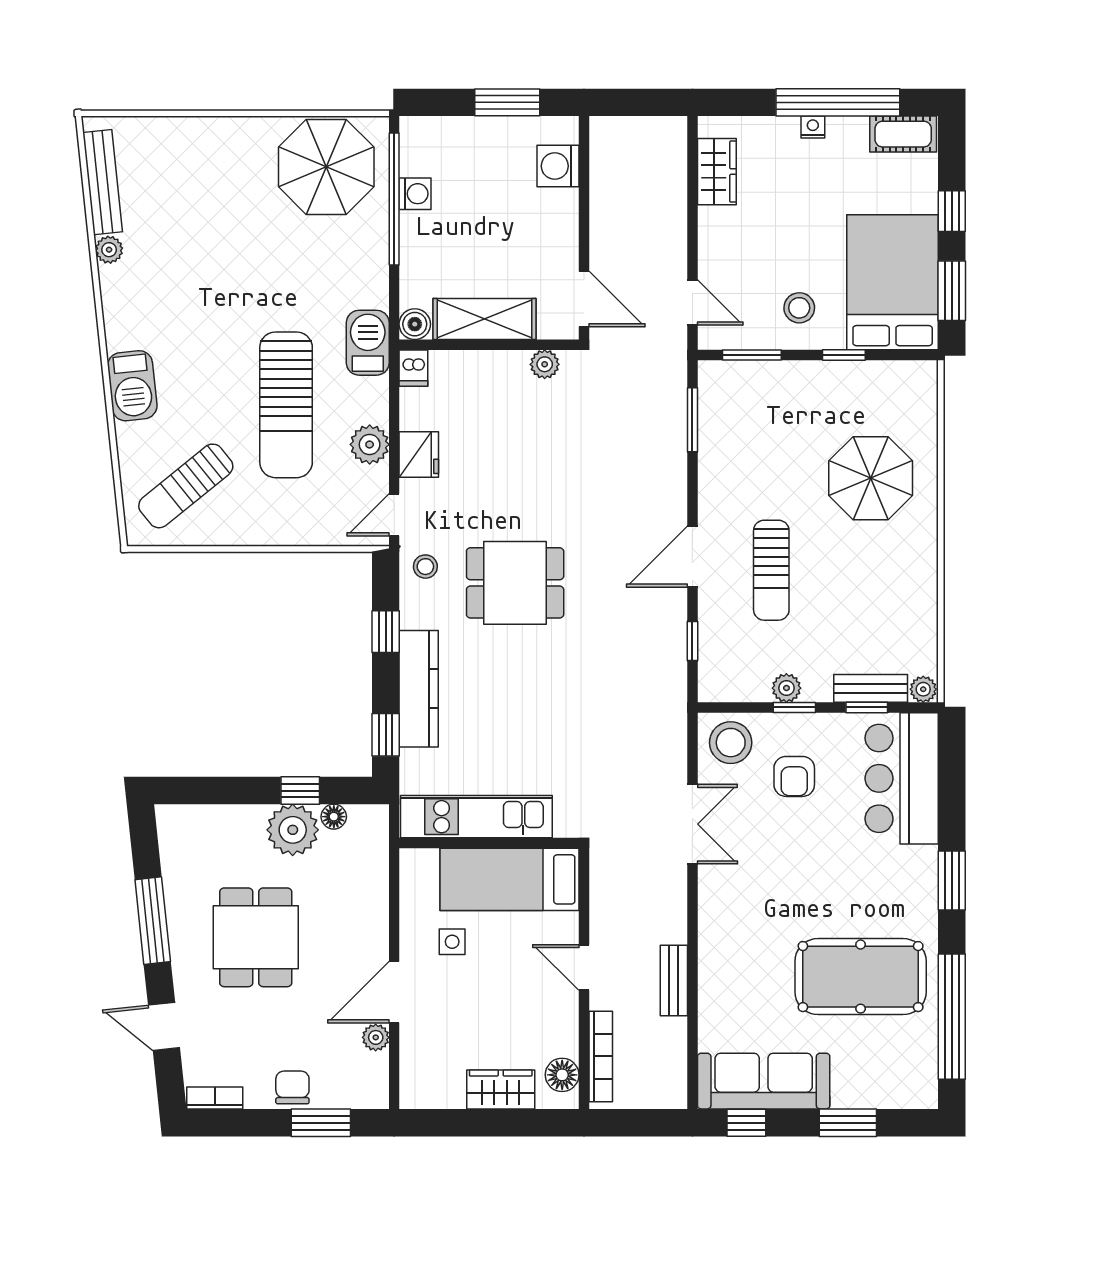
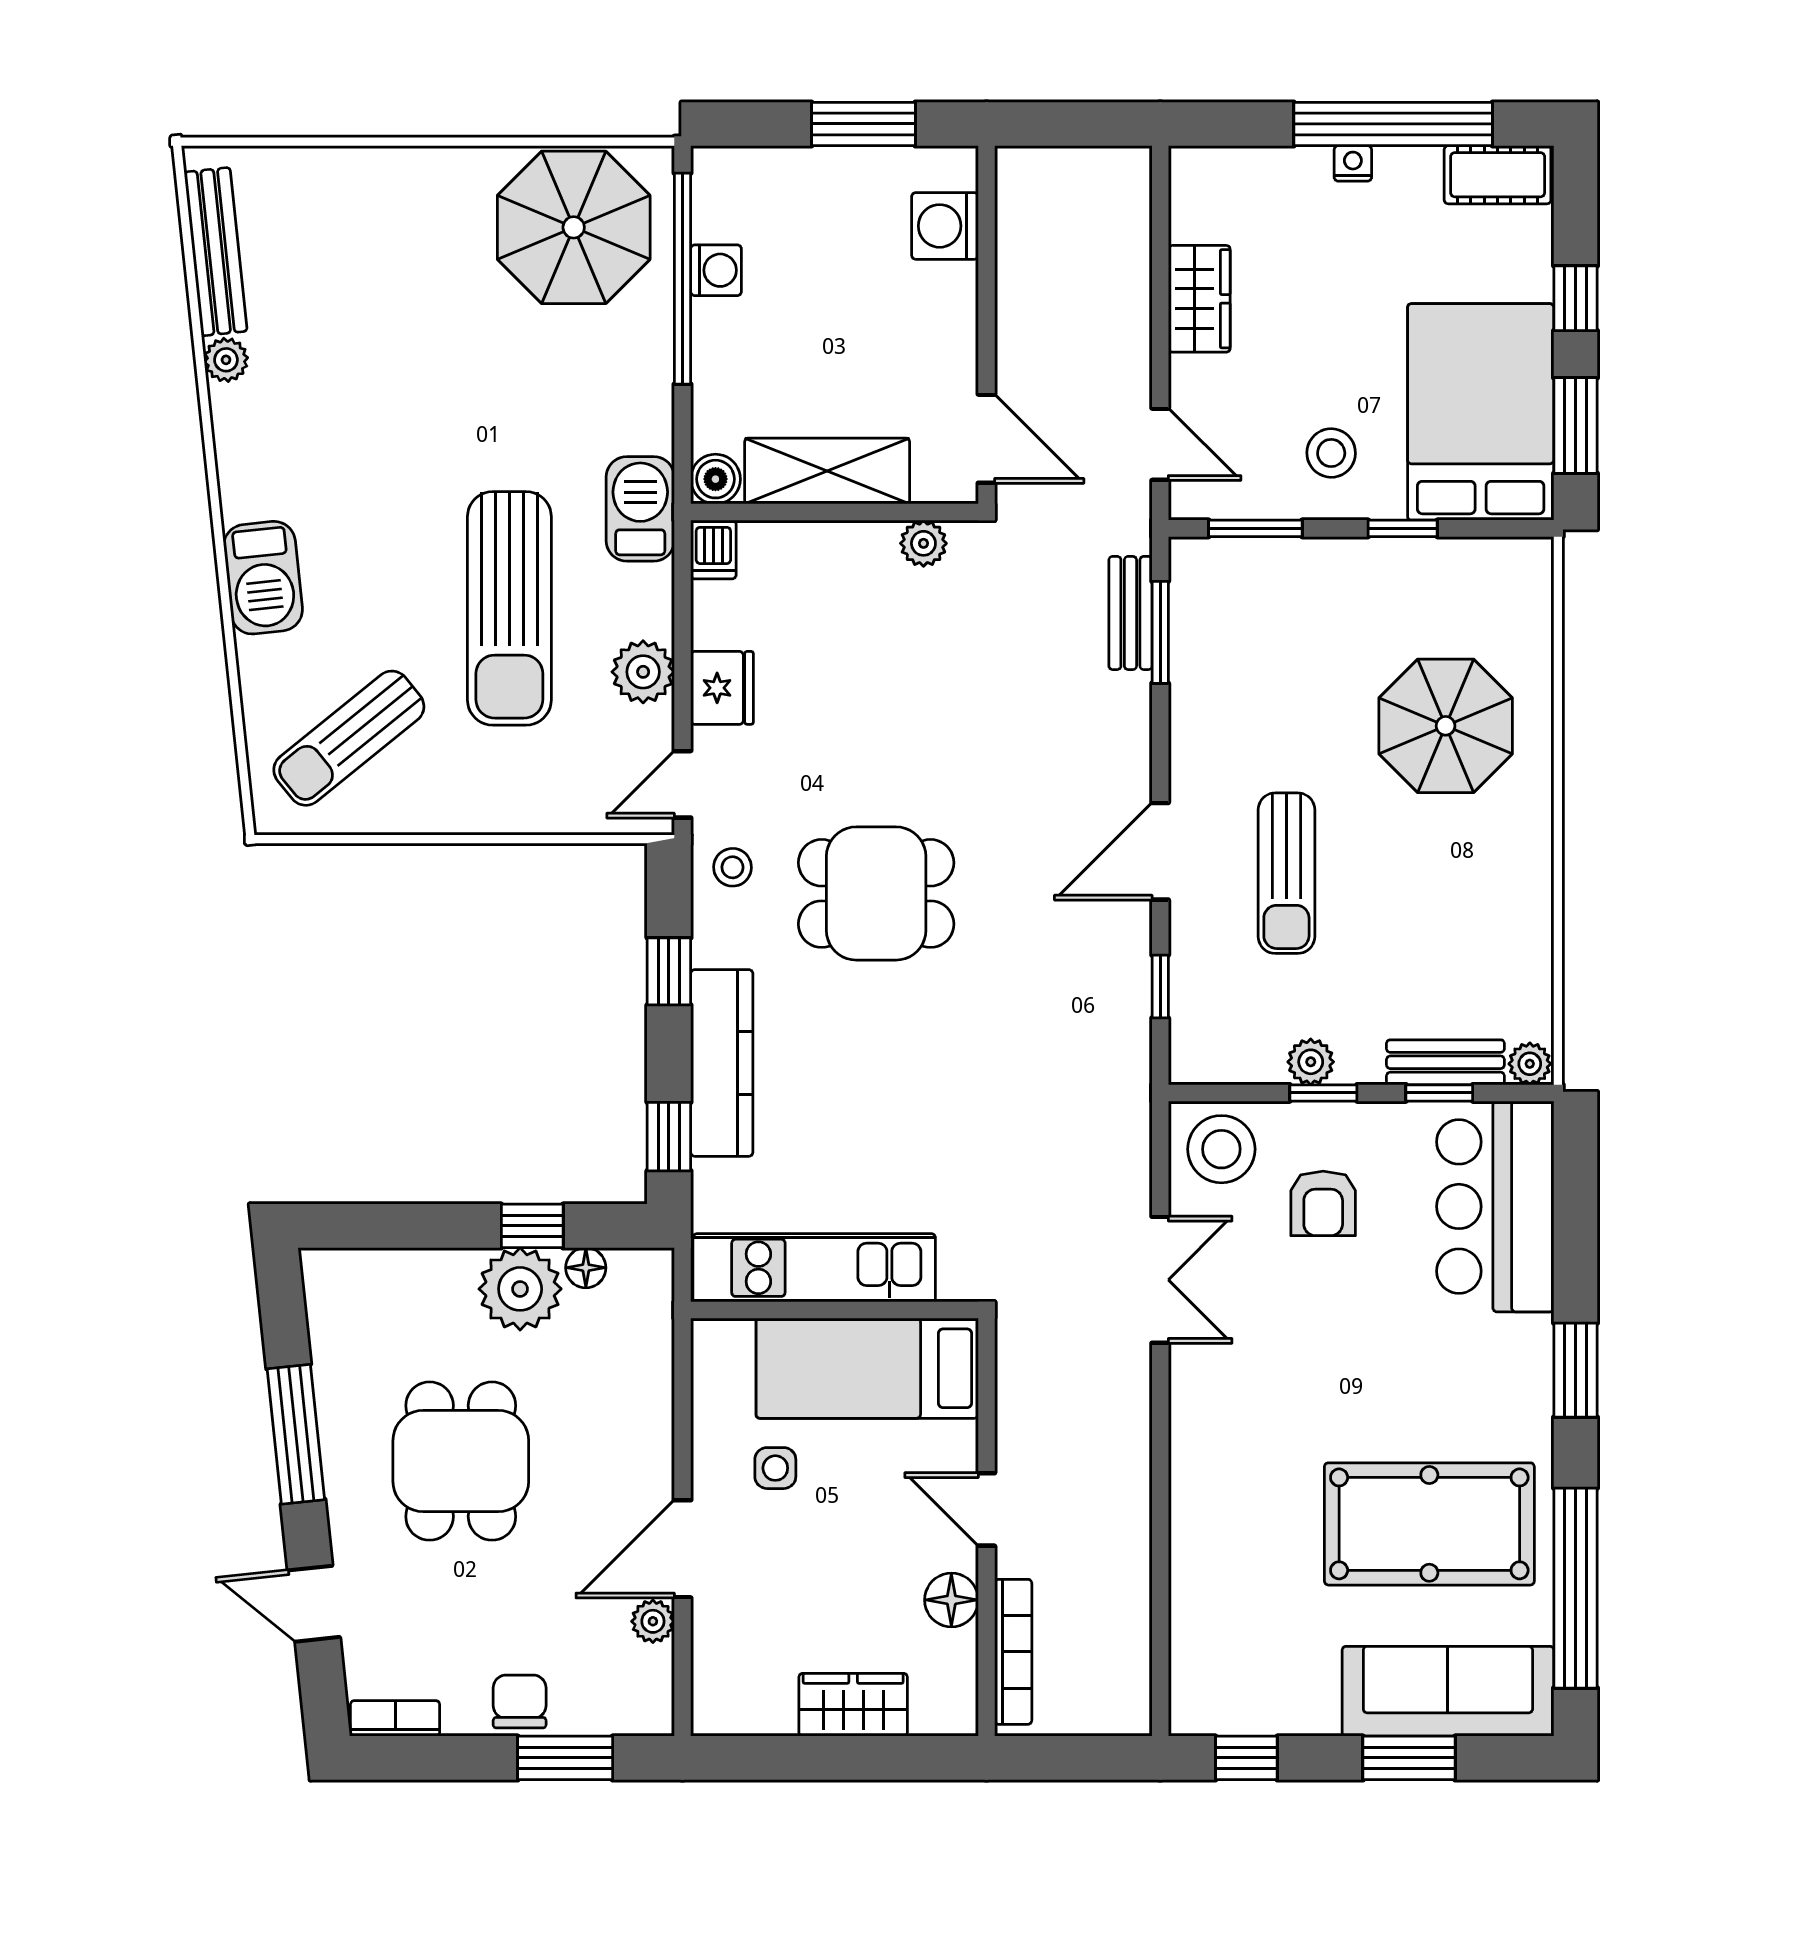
wardrobe: (717, 172) -> (1199, 299), moved
bench: (674, 981) -> (1130, 613), moved
floor lamp: (562, 1075) -> (951, 1600), moved
sofa: (764, 1081) -> (1448, 1691), moved

